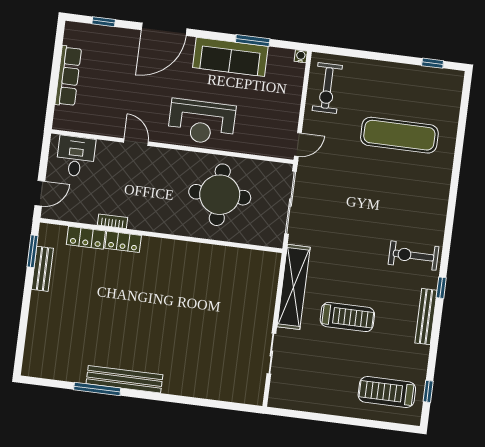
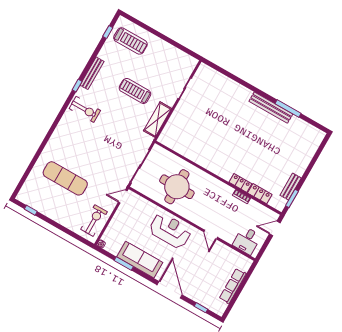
door: (164, 29) -> (170, 290), hinge flipped
shelving: (294, 287) -> (158, 120), width x0.68

